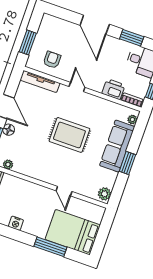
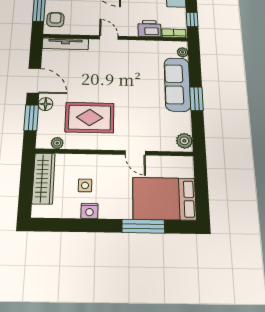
armchair: (52, 60) -> (55, 20), moved
rug: (69, 135) -> (90, 118), moved
side table: (19, 204) -> (85, 185), added

